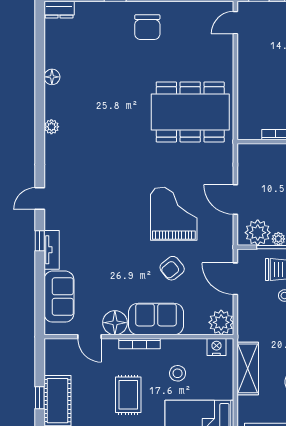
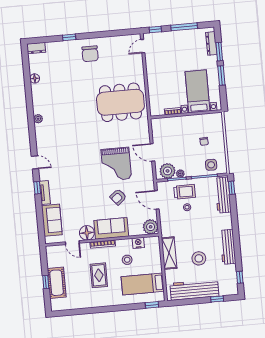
floor lamp: (52, 77) -> (35, 78), moved
door: (40, 199) -> (35, 162), swing flipped
grand piano: (174, 214) -> (116, 164), turned 180
nightstand: (216, 347) -> (138, 243), moved

